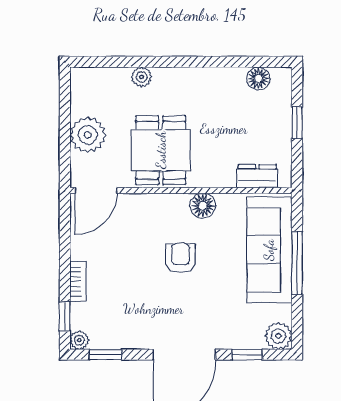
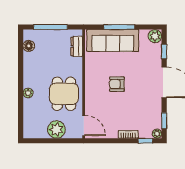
plant: (141, 77) -> (28, 93), moved
window: (297, 123) -> (50, 27), width x2.17
dining table: (161, 150) -> (64, 94), turned 90
floor lamp: (203, 206) -> (91, 73), removed

